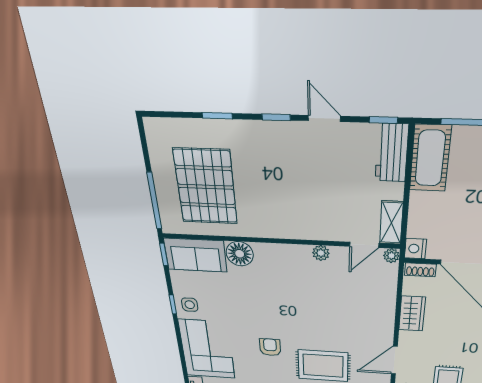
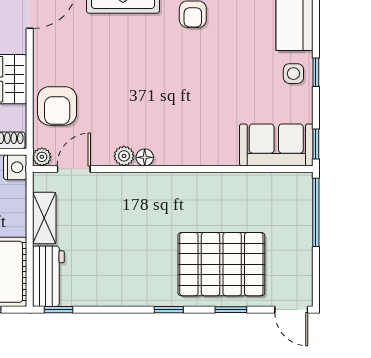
door: (324, 118) -> (291, 310), moved
pallet: (206, 187) -> (221, 264), moved, turned 90
shelving: (391, 223) -> (44, 218), moved
floor lamp: (240, 254) -> (145, 157), moved, width x0.53, depth x0.53
armchair: (376, 293) -> (57, 106), added

